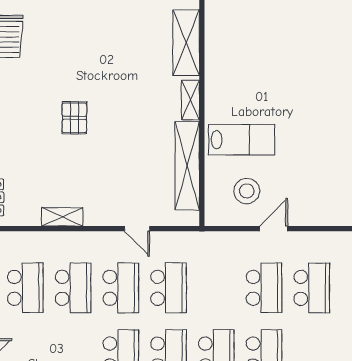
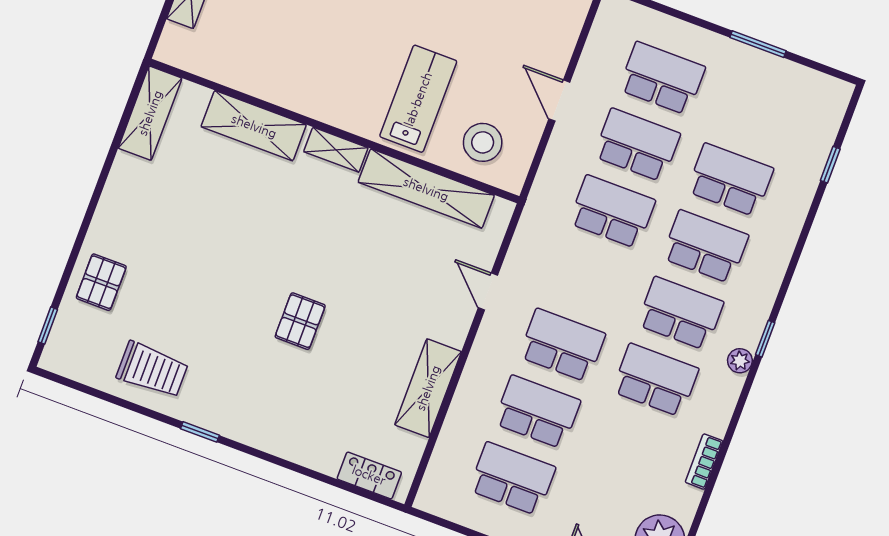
pallet: (74, 118) -> (300, 321), turned 90
stool: (247, 191) -> (483, 142), moved
shelving: (62, 217) -> (428, 388), width x1.50, depth x1.33
door: (137, 229) -> (488, 292), swing flipped
school desk: (169, 288) -> (612, 212), moved

